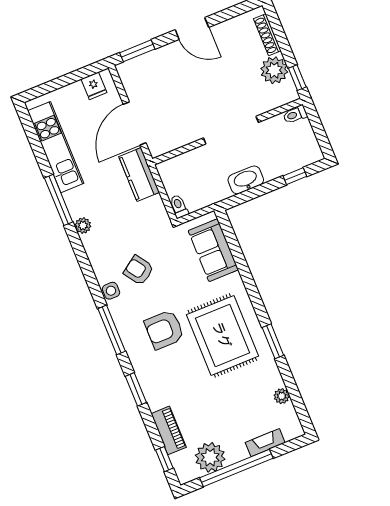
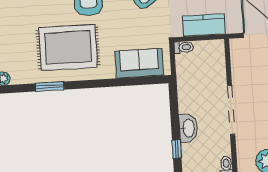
kitchen counter: (139, 175) -> (204, 25), moved
washbasin: (246, 180) -> (188, 128), moved

